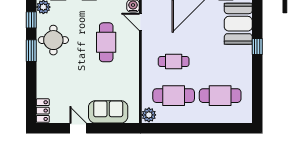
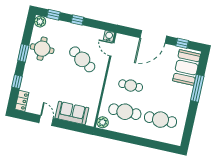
window: (31, 20) -> (17, 82), moved
cafe table: (106, 42) -> (82, 59), turned -57
window: (257, 47) -> (197, 88), width x2.17

